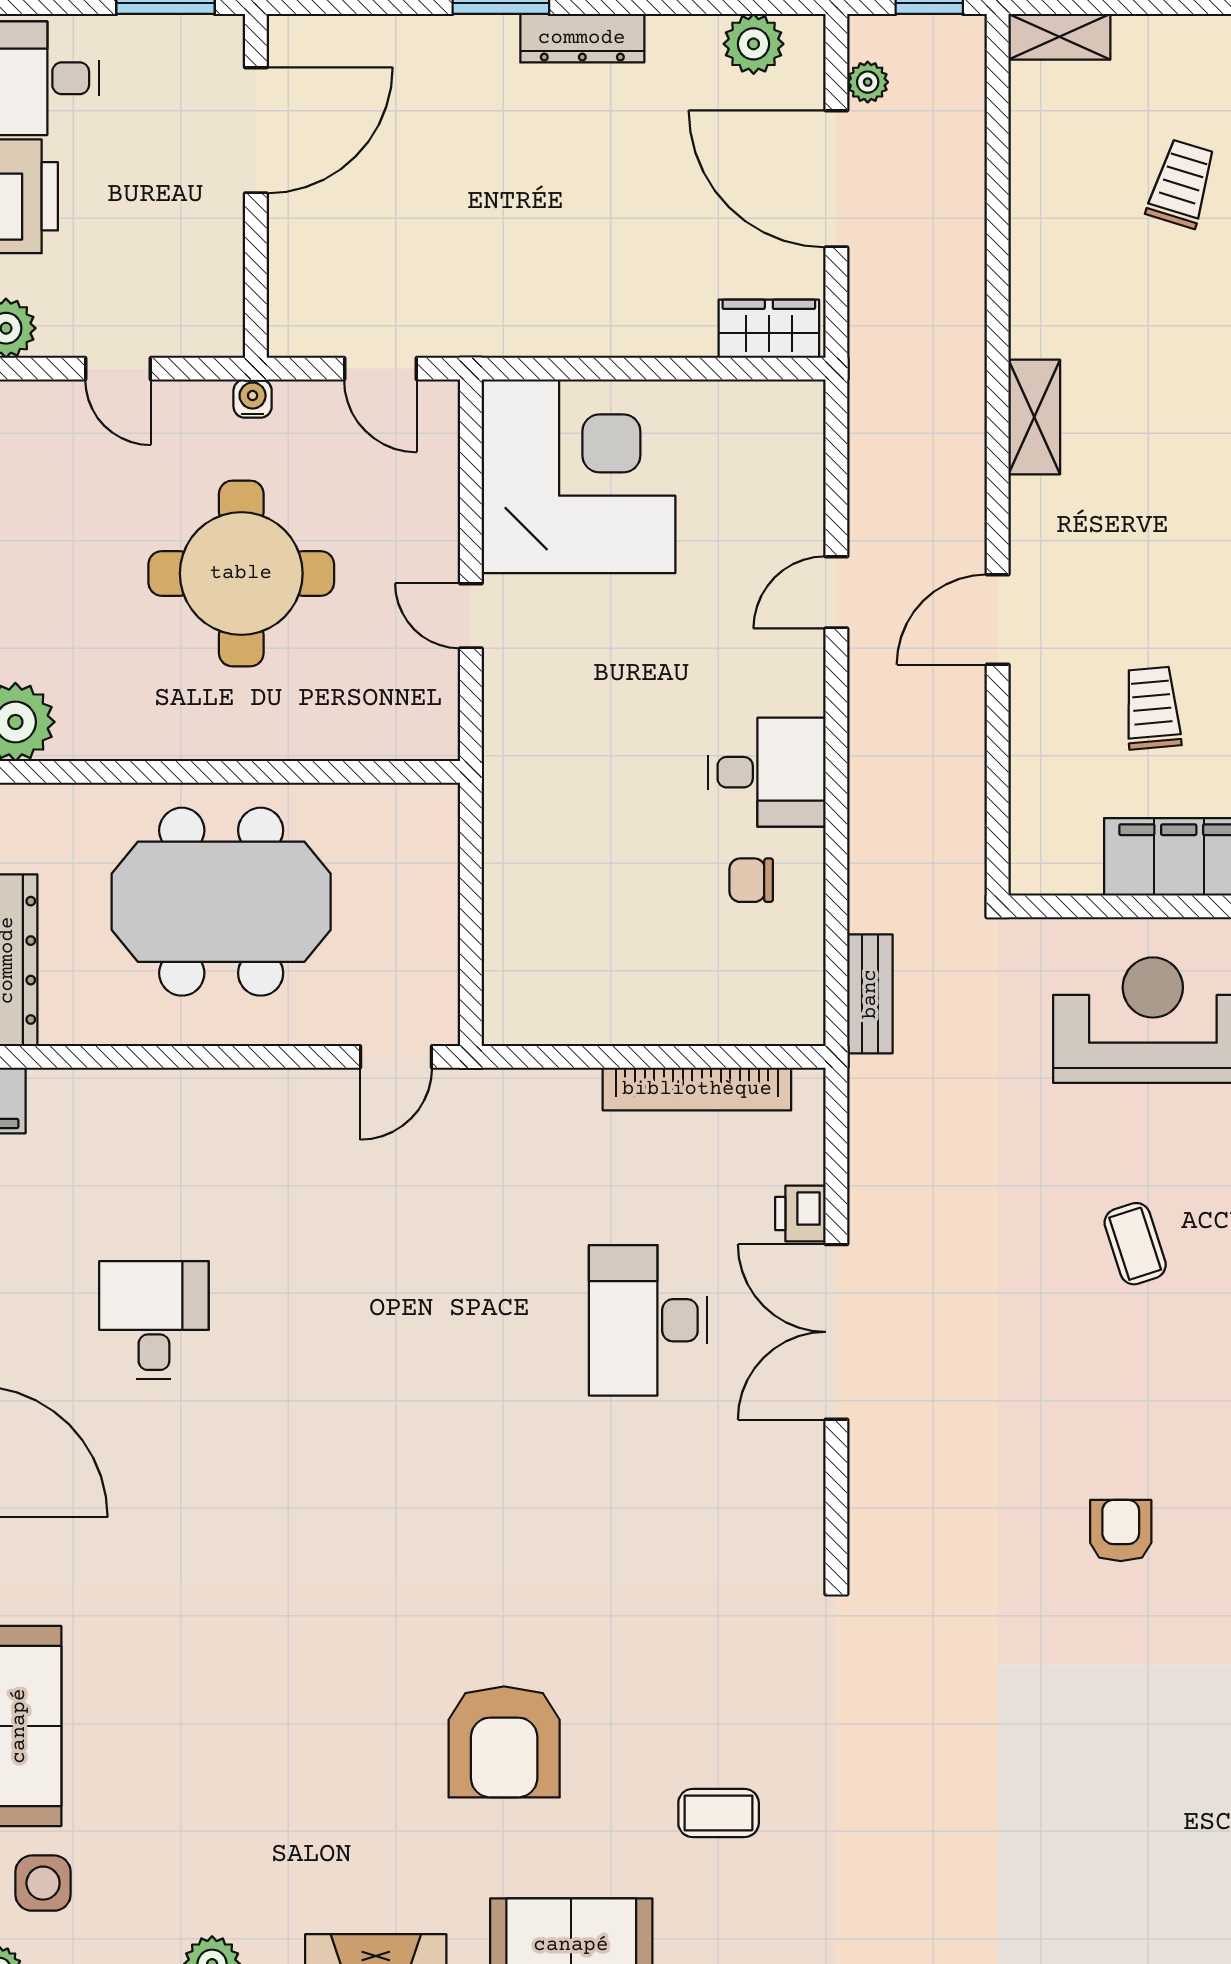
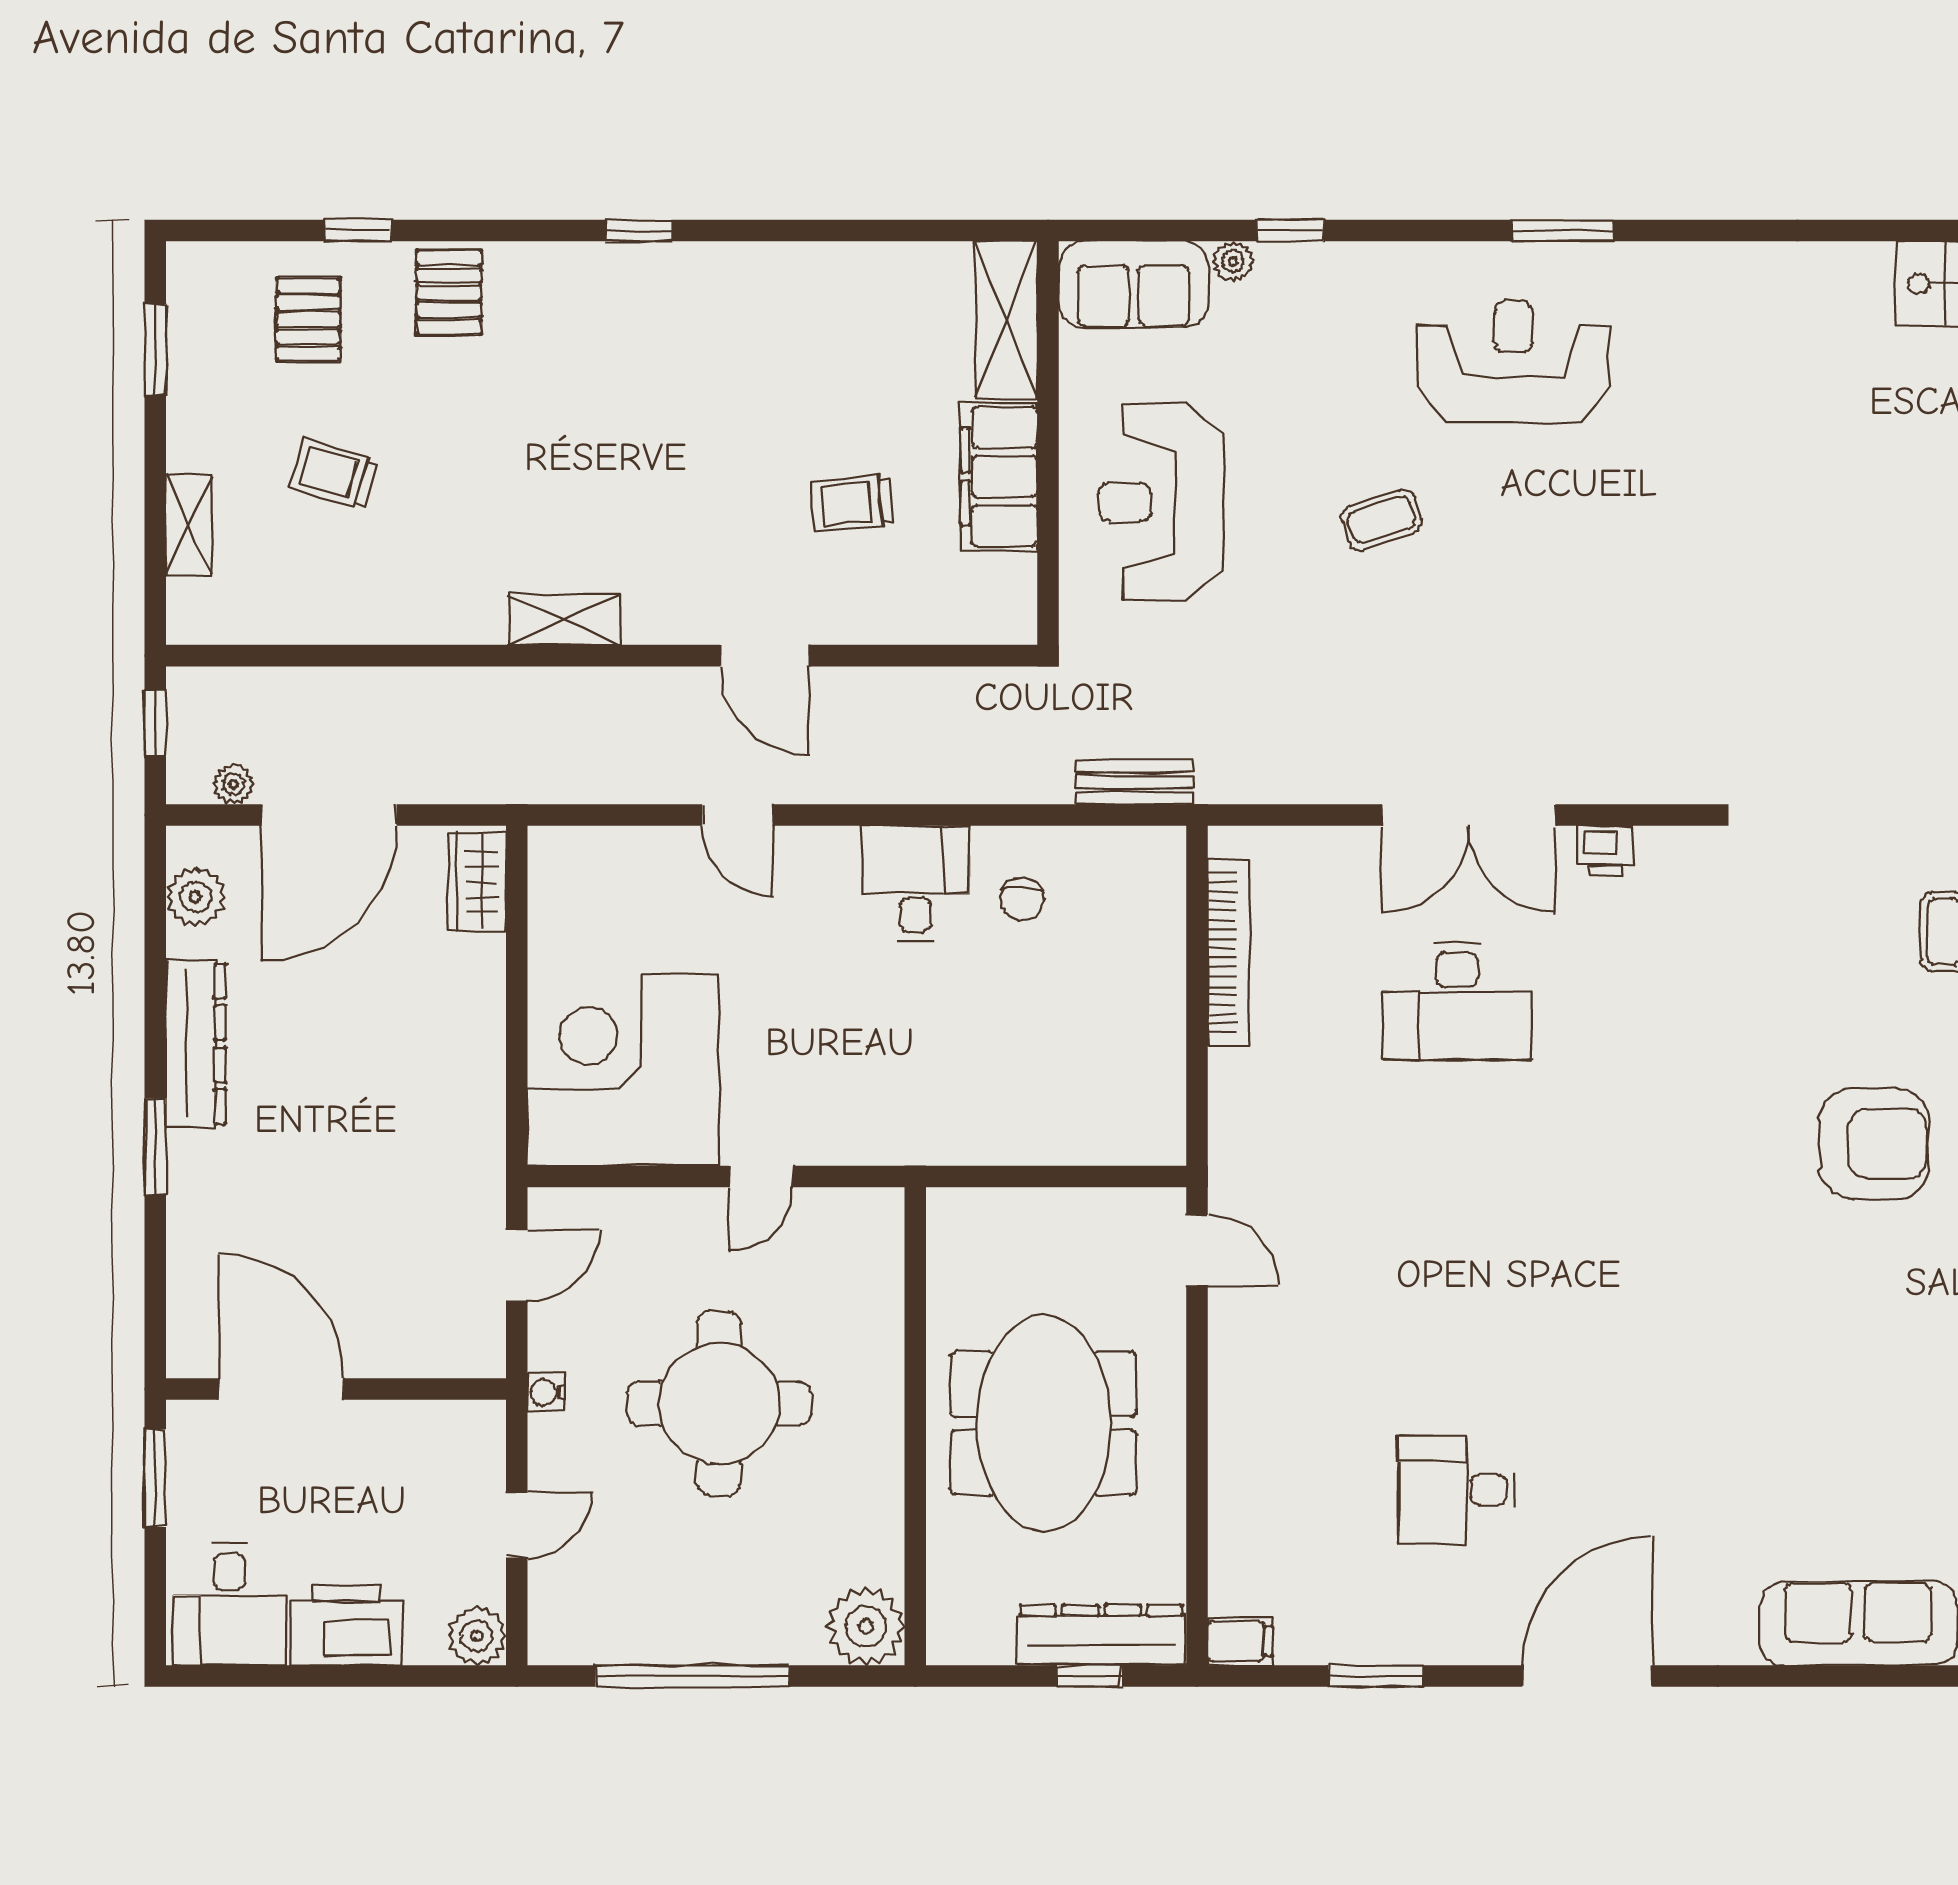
shelving: (1059, 37) -> (189, 525), moved
dresser: (582, 38) -> (196, 1044), width x1.37, depth x1.24
printer: (800, 1214) -> (1605, 851), moved
armchair: (1121, 1531) -> (1665, 534), removed

